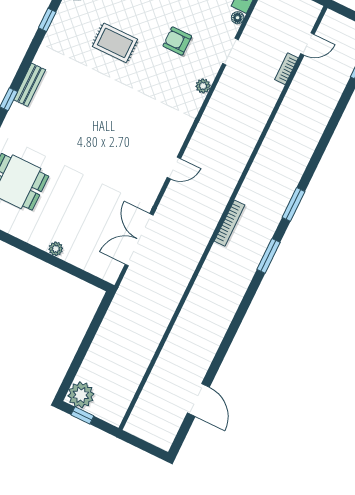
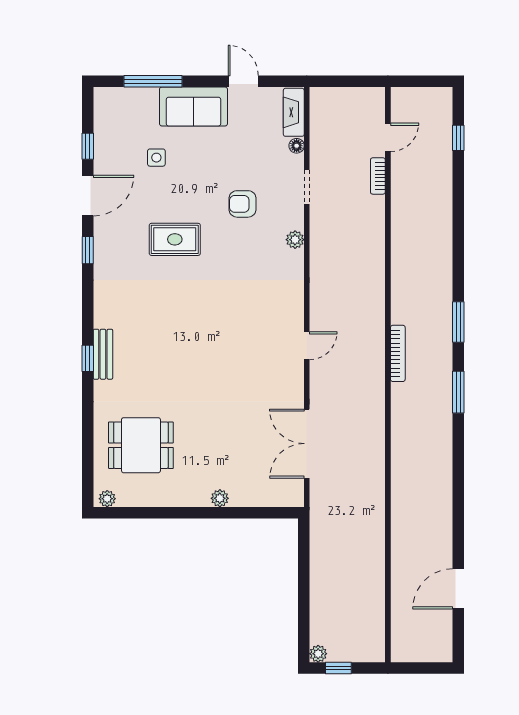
bench: (30, 85) -> (103, 354), moved
bookcase: (230, 223) -> (398, 353), moved
plant: (81, 395) -> (318, 654), width x0.53, depth x0.53
door: (198, 400) -> (458, 589), swing flipped

